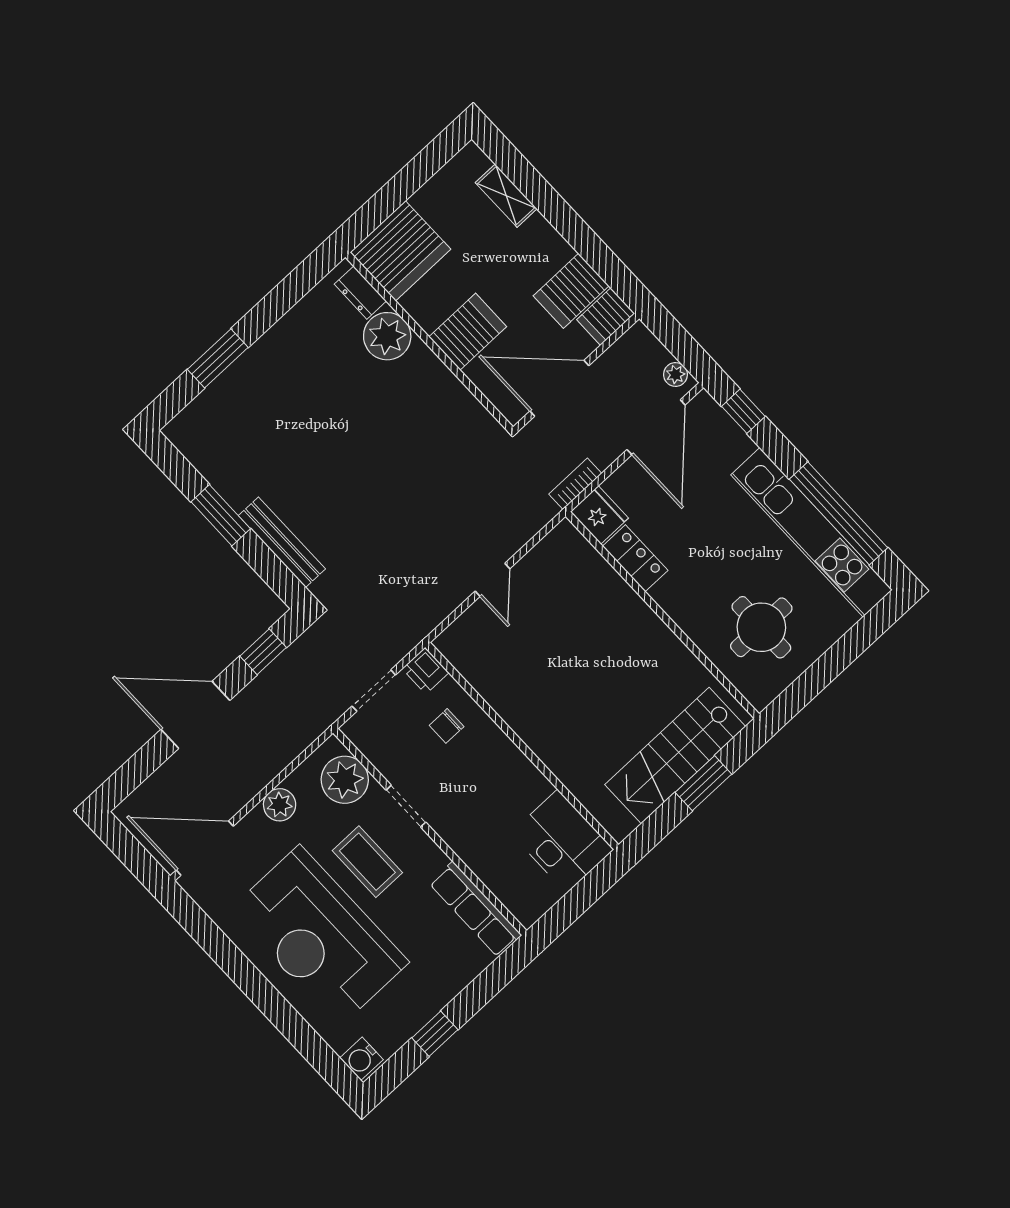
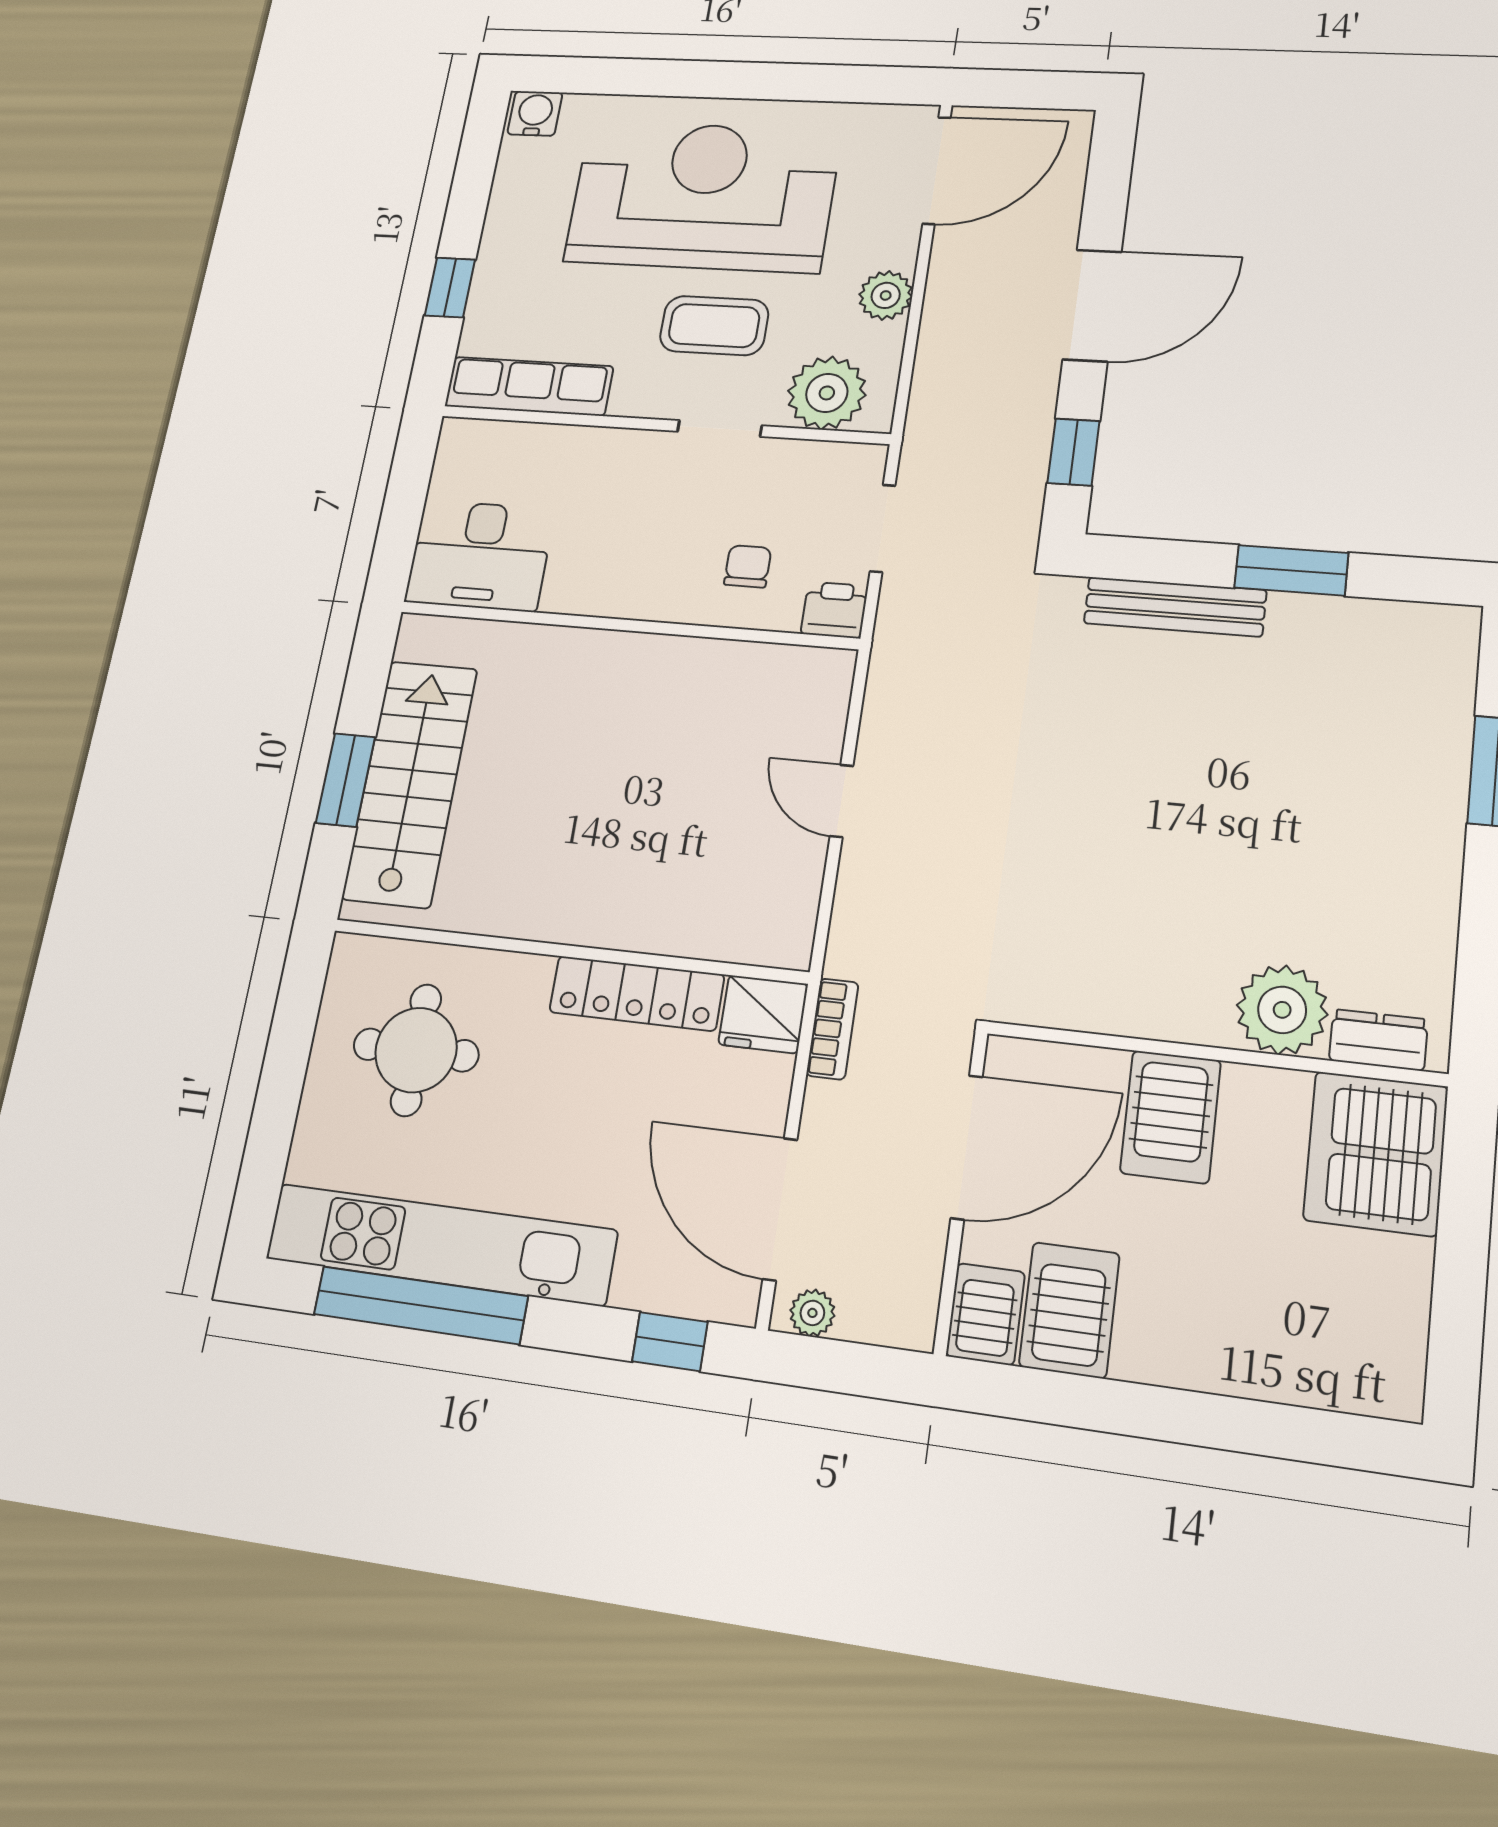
shelving: (506, 196) -> (1292, 1377), removed
locker: (635, 558) -> (637, 993), width x1.53
window: (435, 1034) -> (450, 288), moved

